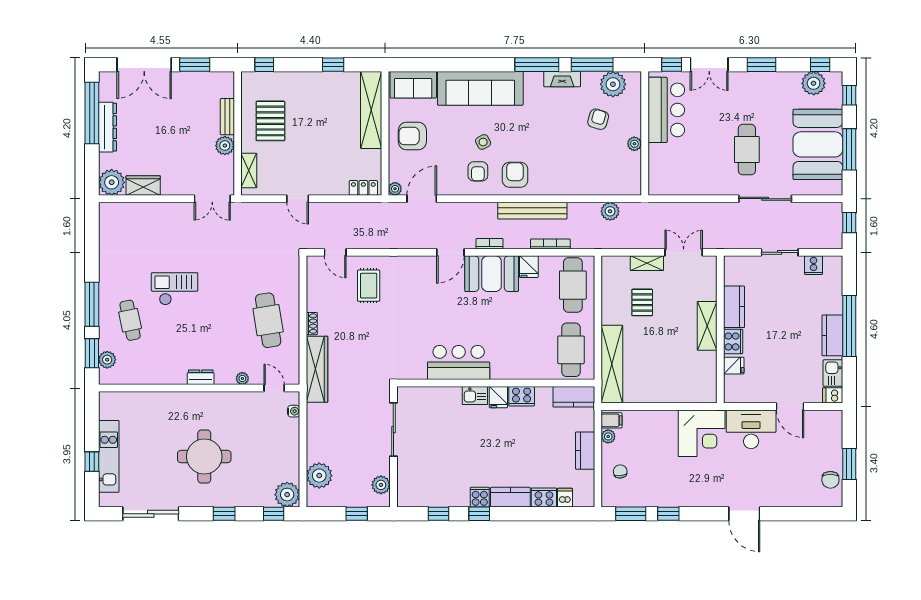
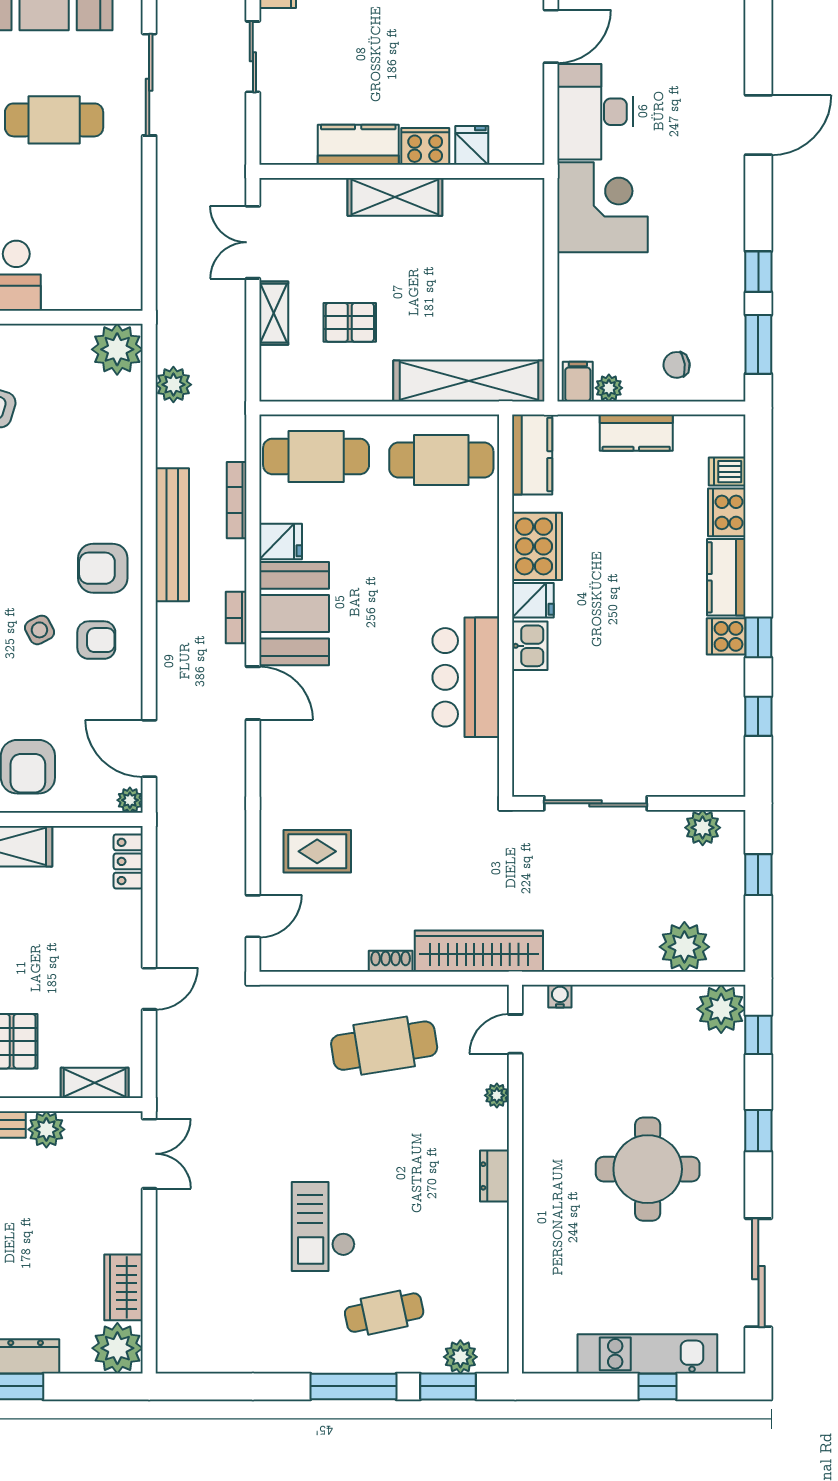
plant: (634, 144) -> (117, 349), moved, width x1.88, depth x1.88
cooker: (522, 396) -> (537, 546), width x1.37, depth x1.31

